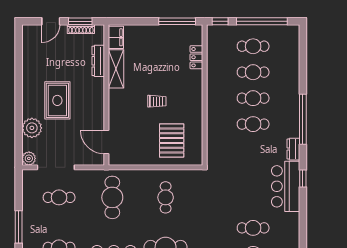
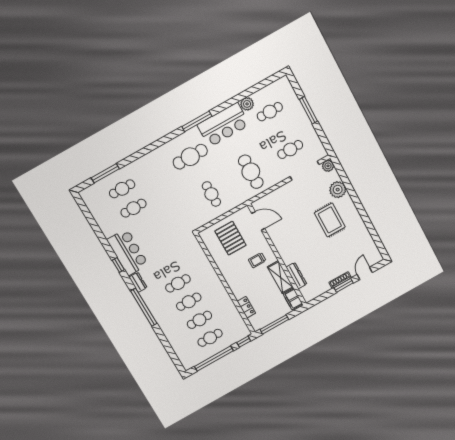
filing cabinet: (116, 37) -> (293, 299), moved
dresser: (98, 61) -> (296, 276), moved
shelving: (116, 69) -> (280, 277), moved
wall: (106, 95) -> (277, 255), moved
door: (106, 142) -> (258, 221), moved

